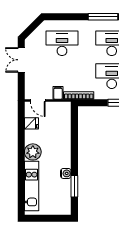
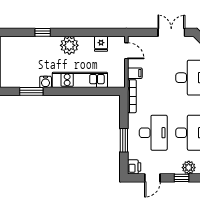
door: (38, 100) -> (126, 51), swing flipped
window: (21, 176) -> (43, 32), added
kitchen unit: (32, 186) -> (80, 80), moved, turned 180

